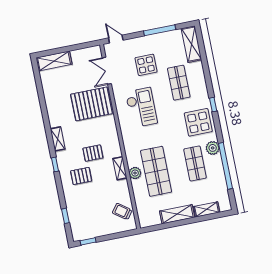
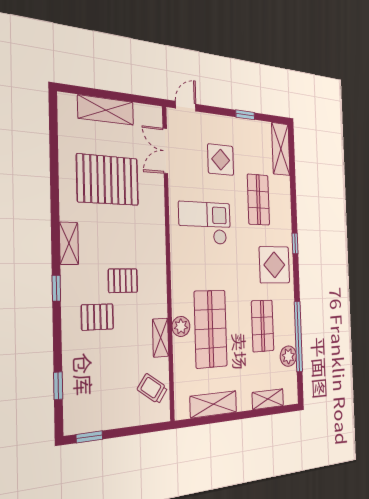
window: (160, 30) -> (245, 115), width x0.46
door: (116, 39) -> (186, 106), hinge flipped
shelving: (54, 61) -> (106, 110), moved
pallet: (91, 104) -> (108, 180), moved
checkout: (141, 108) -> (205, 223), turned -90
plant: (213, 148) -> (288, 356), moved
shelving: (120, 168) -> (161, 338), moved
shelving: (177, 214) -> (214, 404), moved

